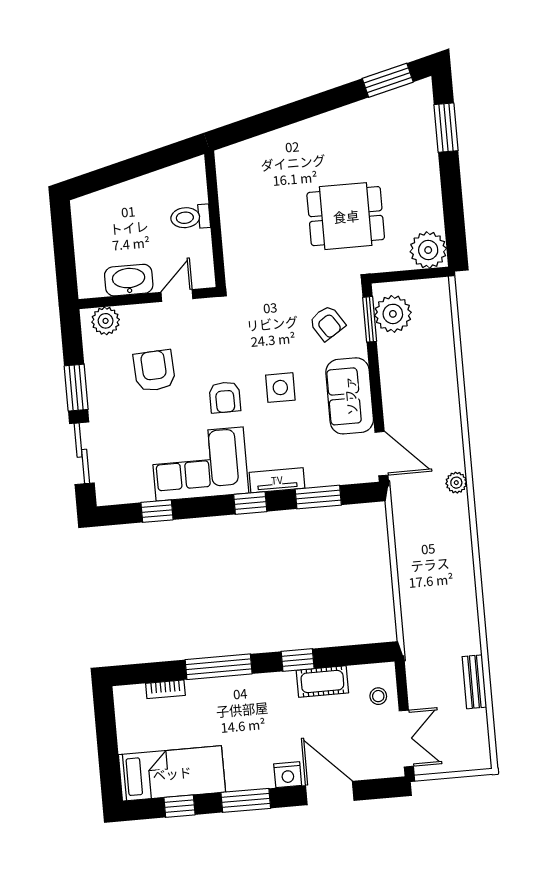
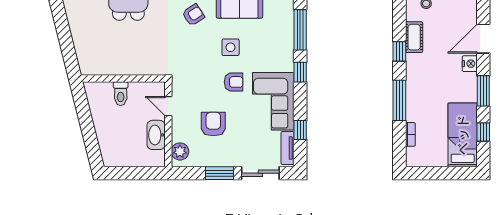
armchair: (154, 371) -> (213, 124), turned 93
tv unit: (277, 480) -> (288, 148), moved
window: (318, 497) -> (300, 30), width x1.44

